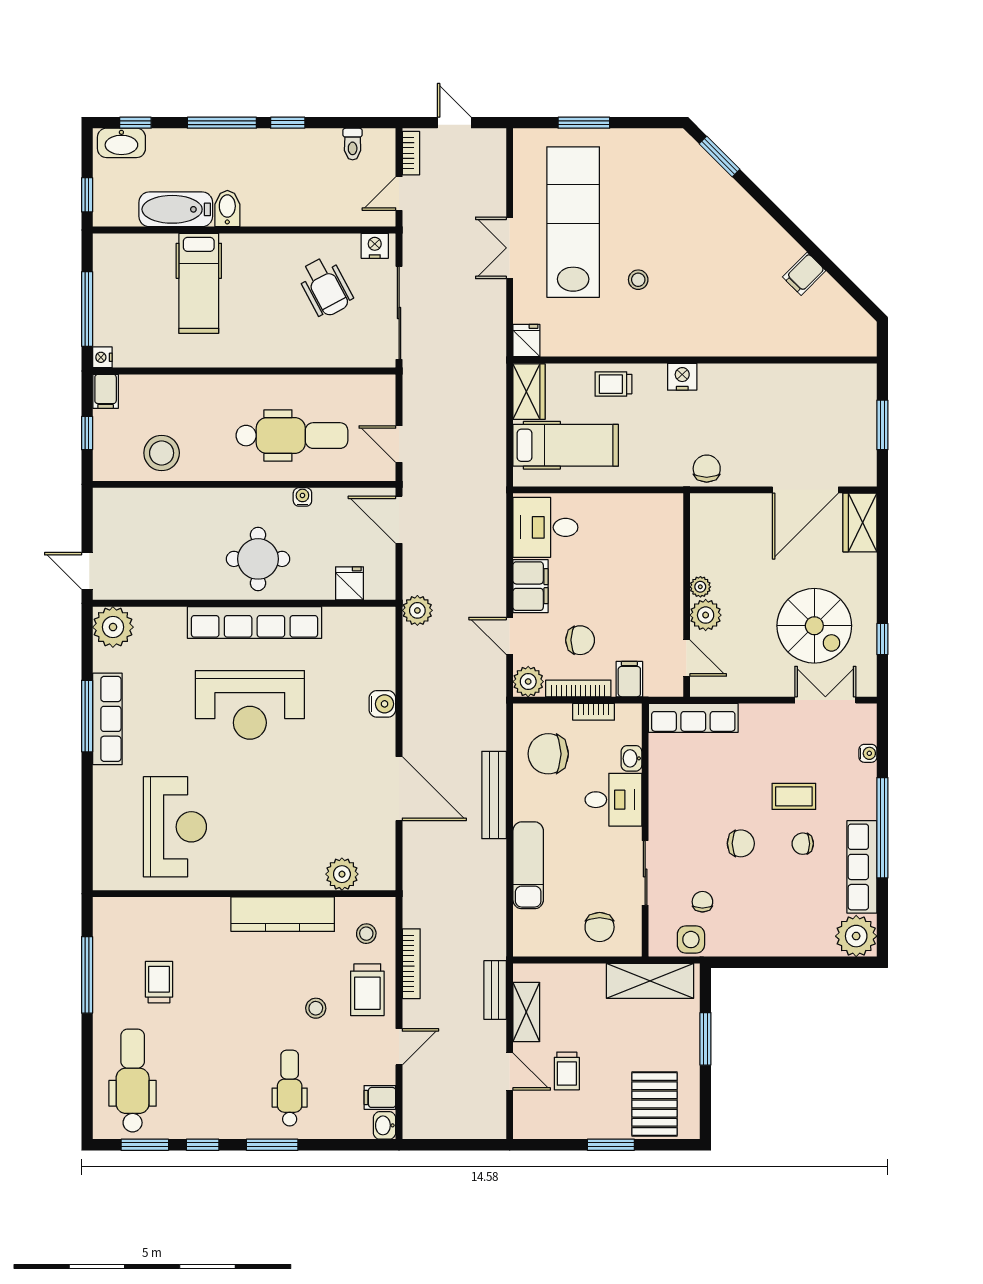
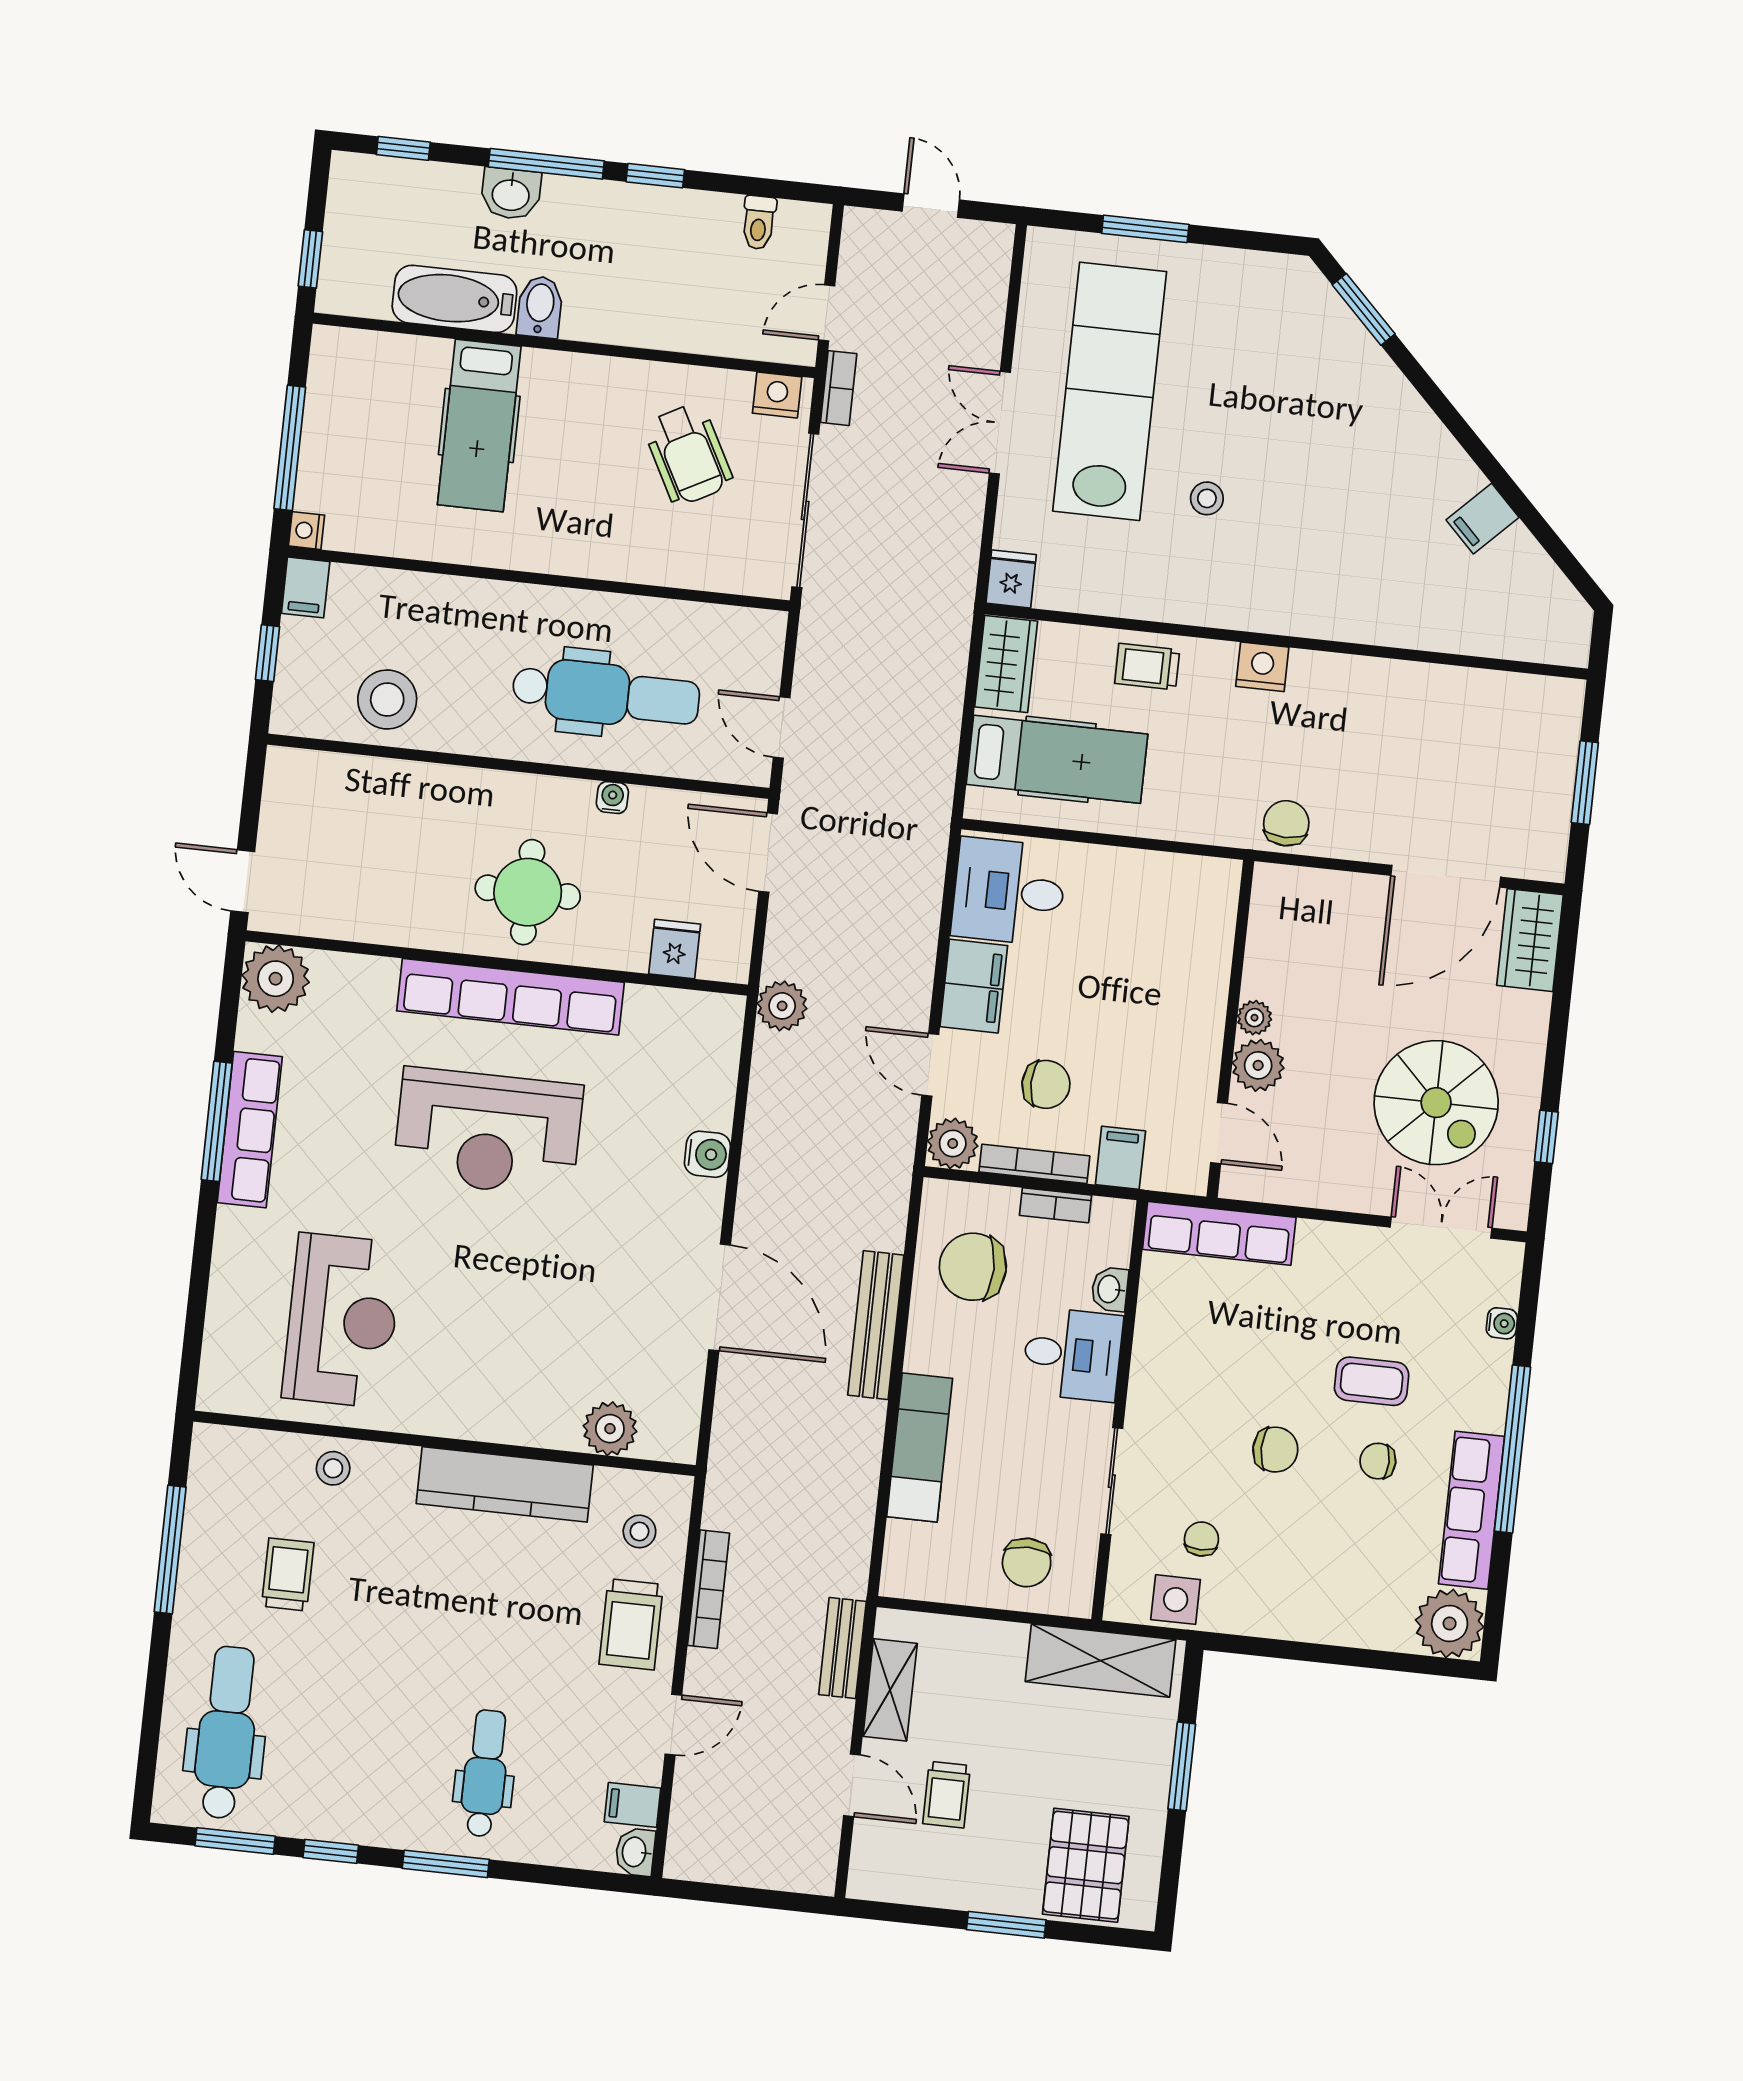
washbasin: (121, 143) -> (511, 194), moved, width x0.72
bookcase: (411, 153) -> (839, 388), moved
stool: (316, 1008) -> (333, 1468), moved

